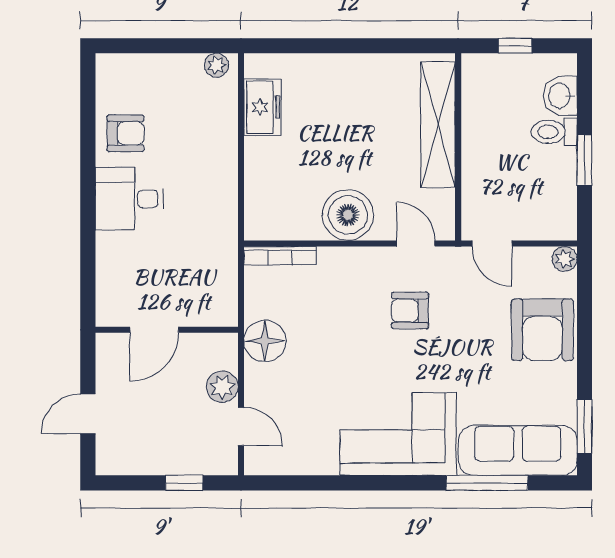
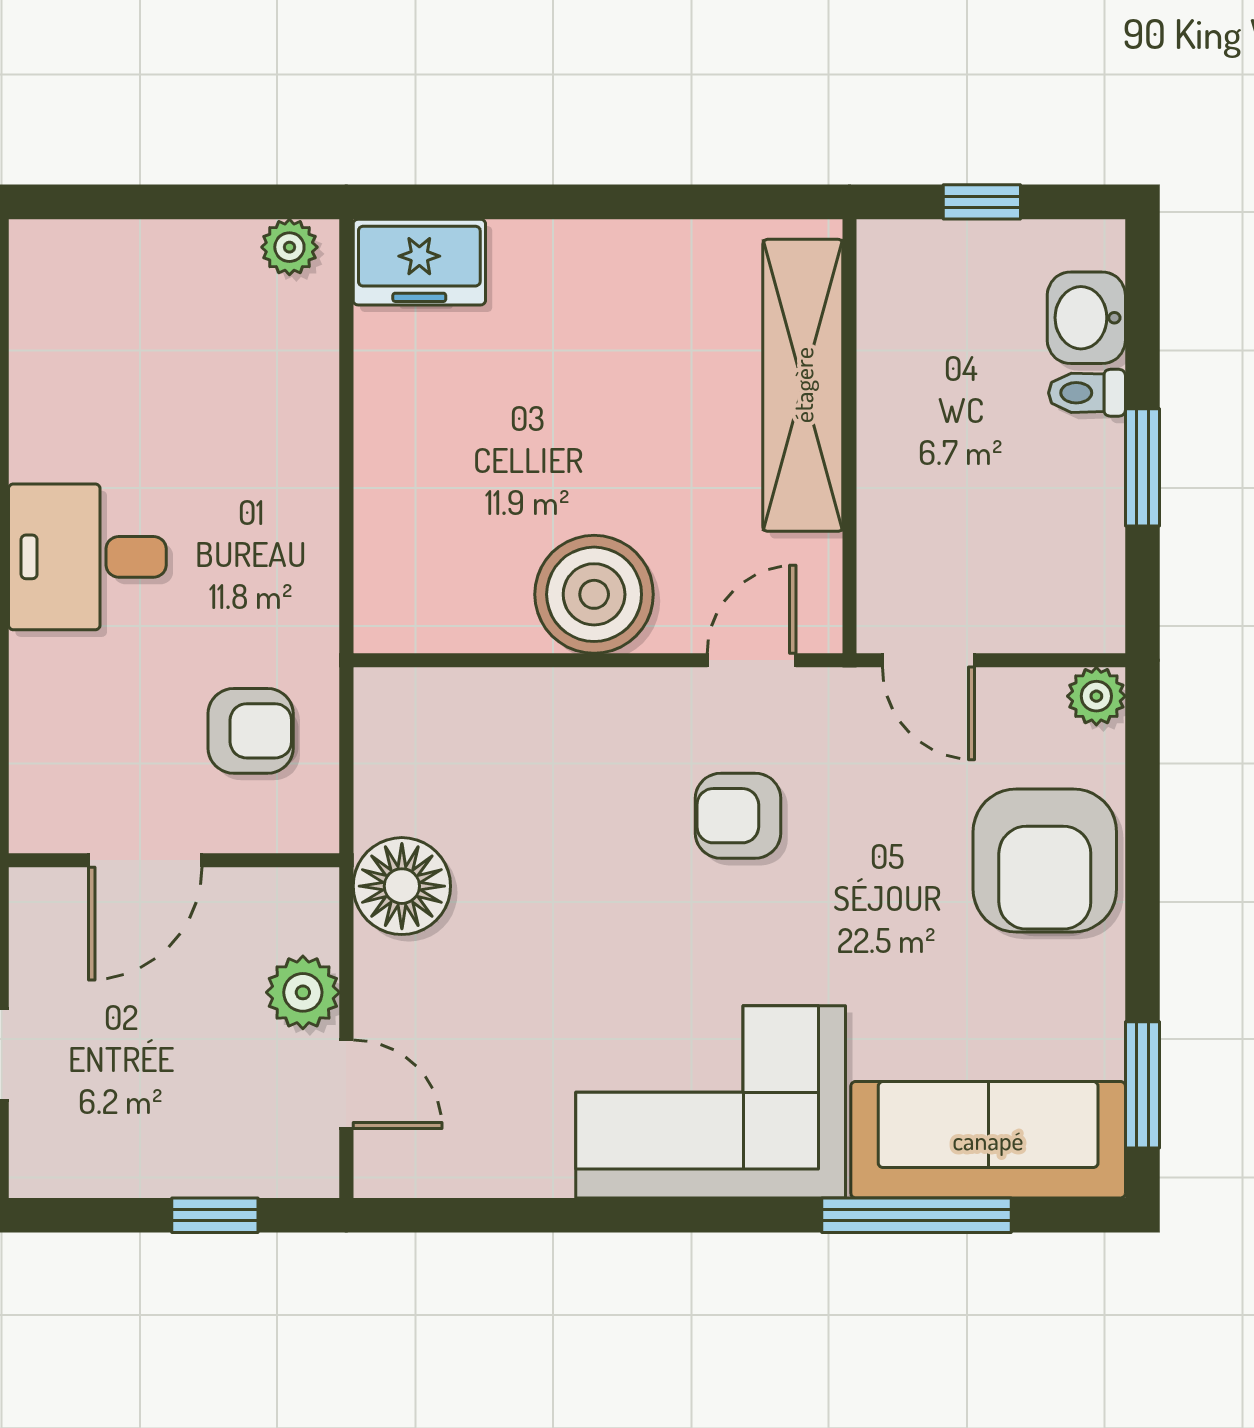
freezer: (262, 107) -> (419, 262), moved, turned 90
toilet: (554, 132) -> (1087, 393), width x0.73, depth x0.72
armchair: (126, 133) -> (251, 731), moved
door: (416, 244) -> (752, 660), hinge flipped
bookcase: (280, 256) -> (437, 689), removed

